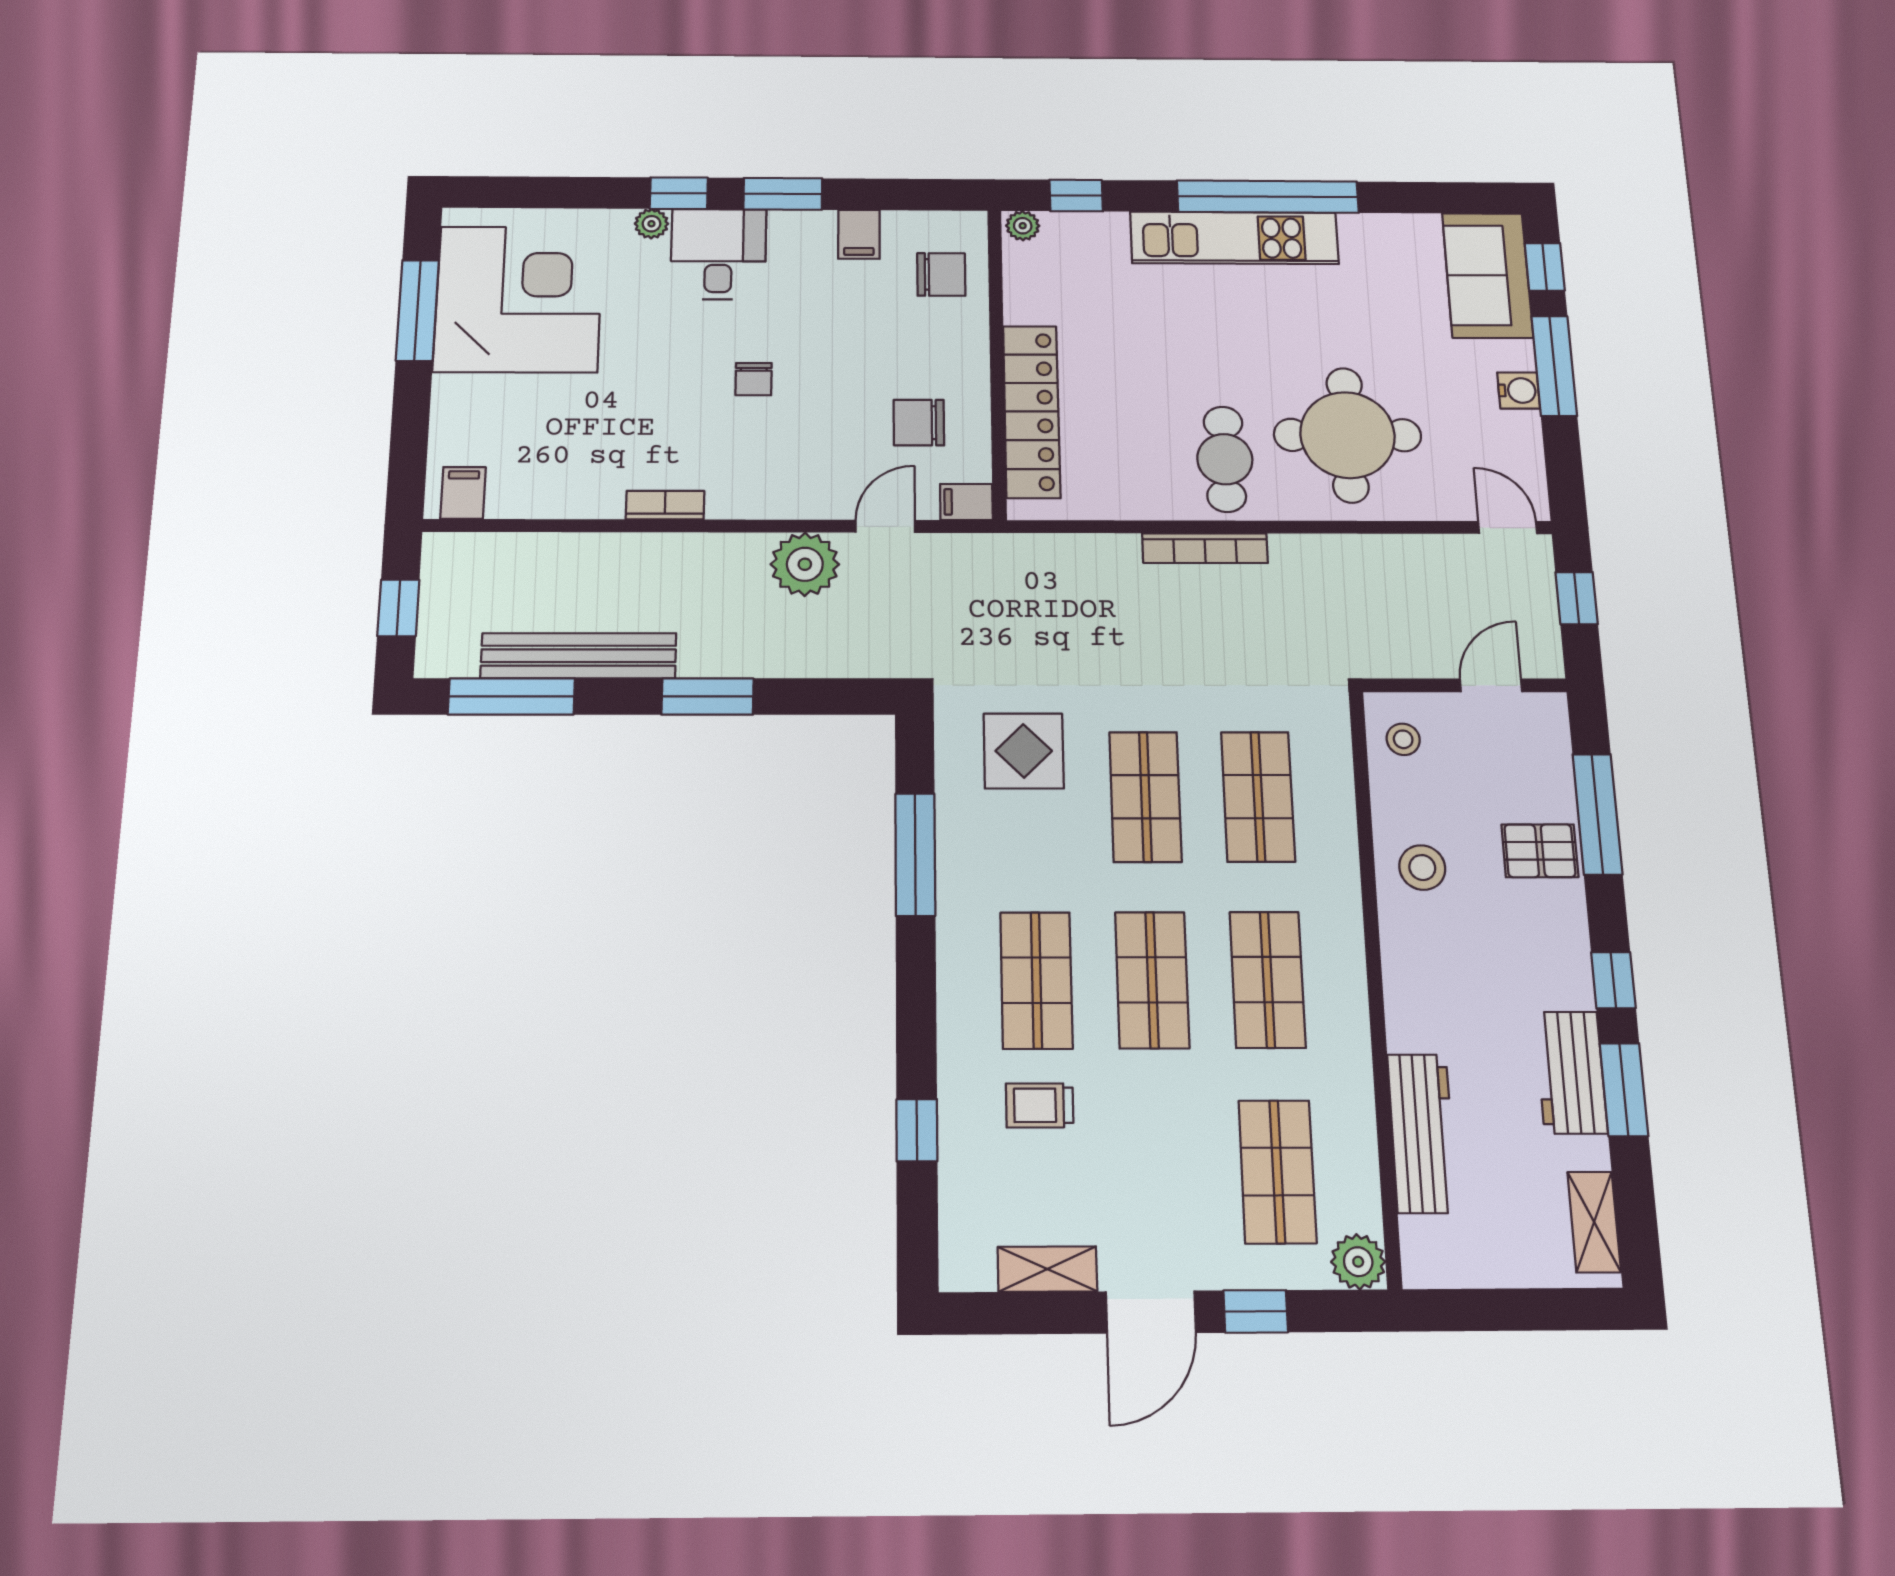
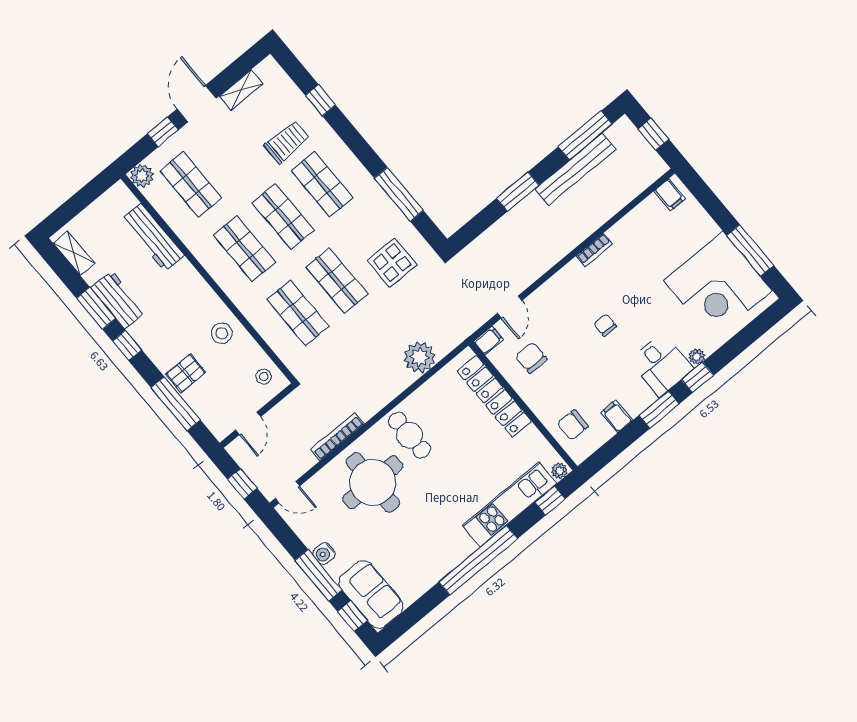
kitchen unit: (1234, 238) -> (510, 504), moved
chair: (919, 423) -> (531, 358), turned -90
bookcase: (1205, 548) -> (337, 437), moved
plant: (805, 564) -> (420, 357), moved
trolley: (1040, 1105) -> (287, 142), width x1.36, depth x1.39

